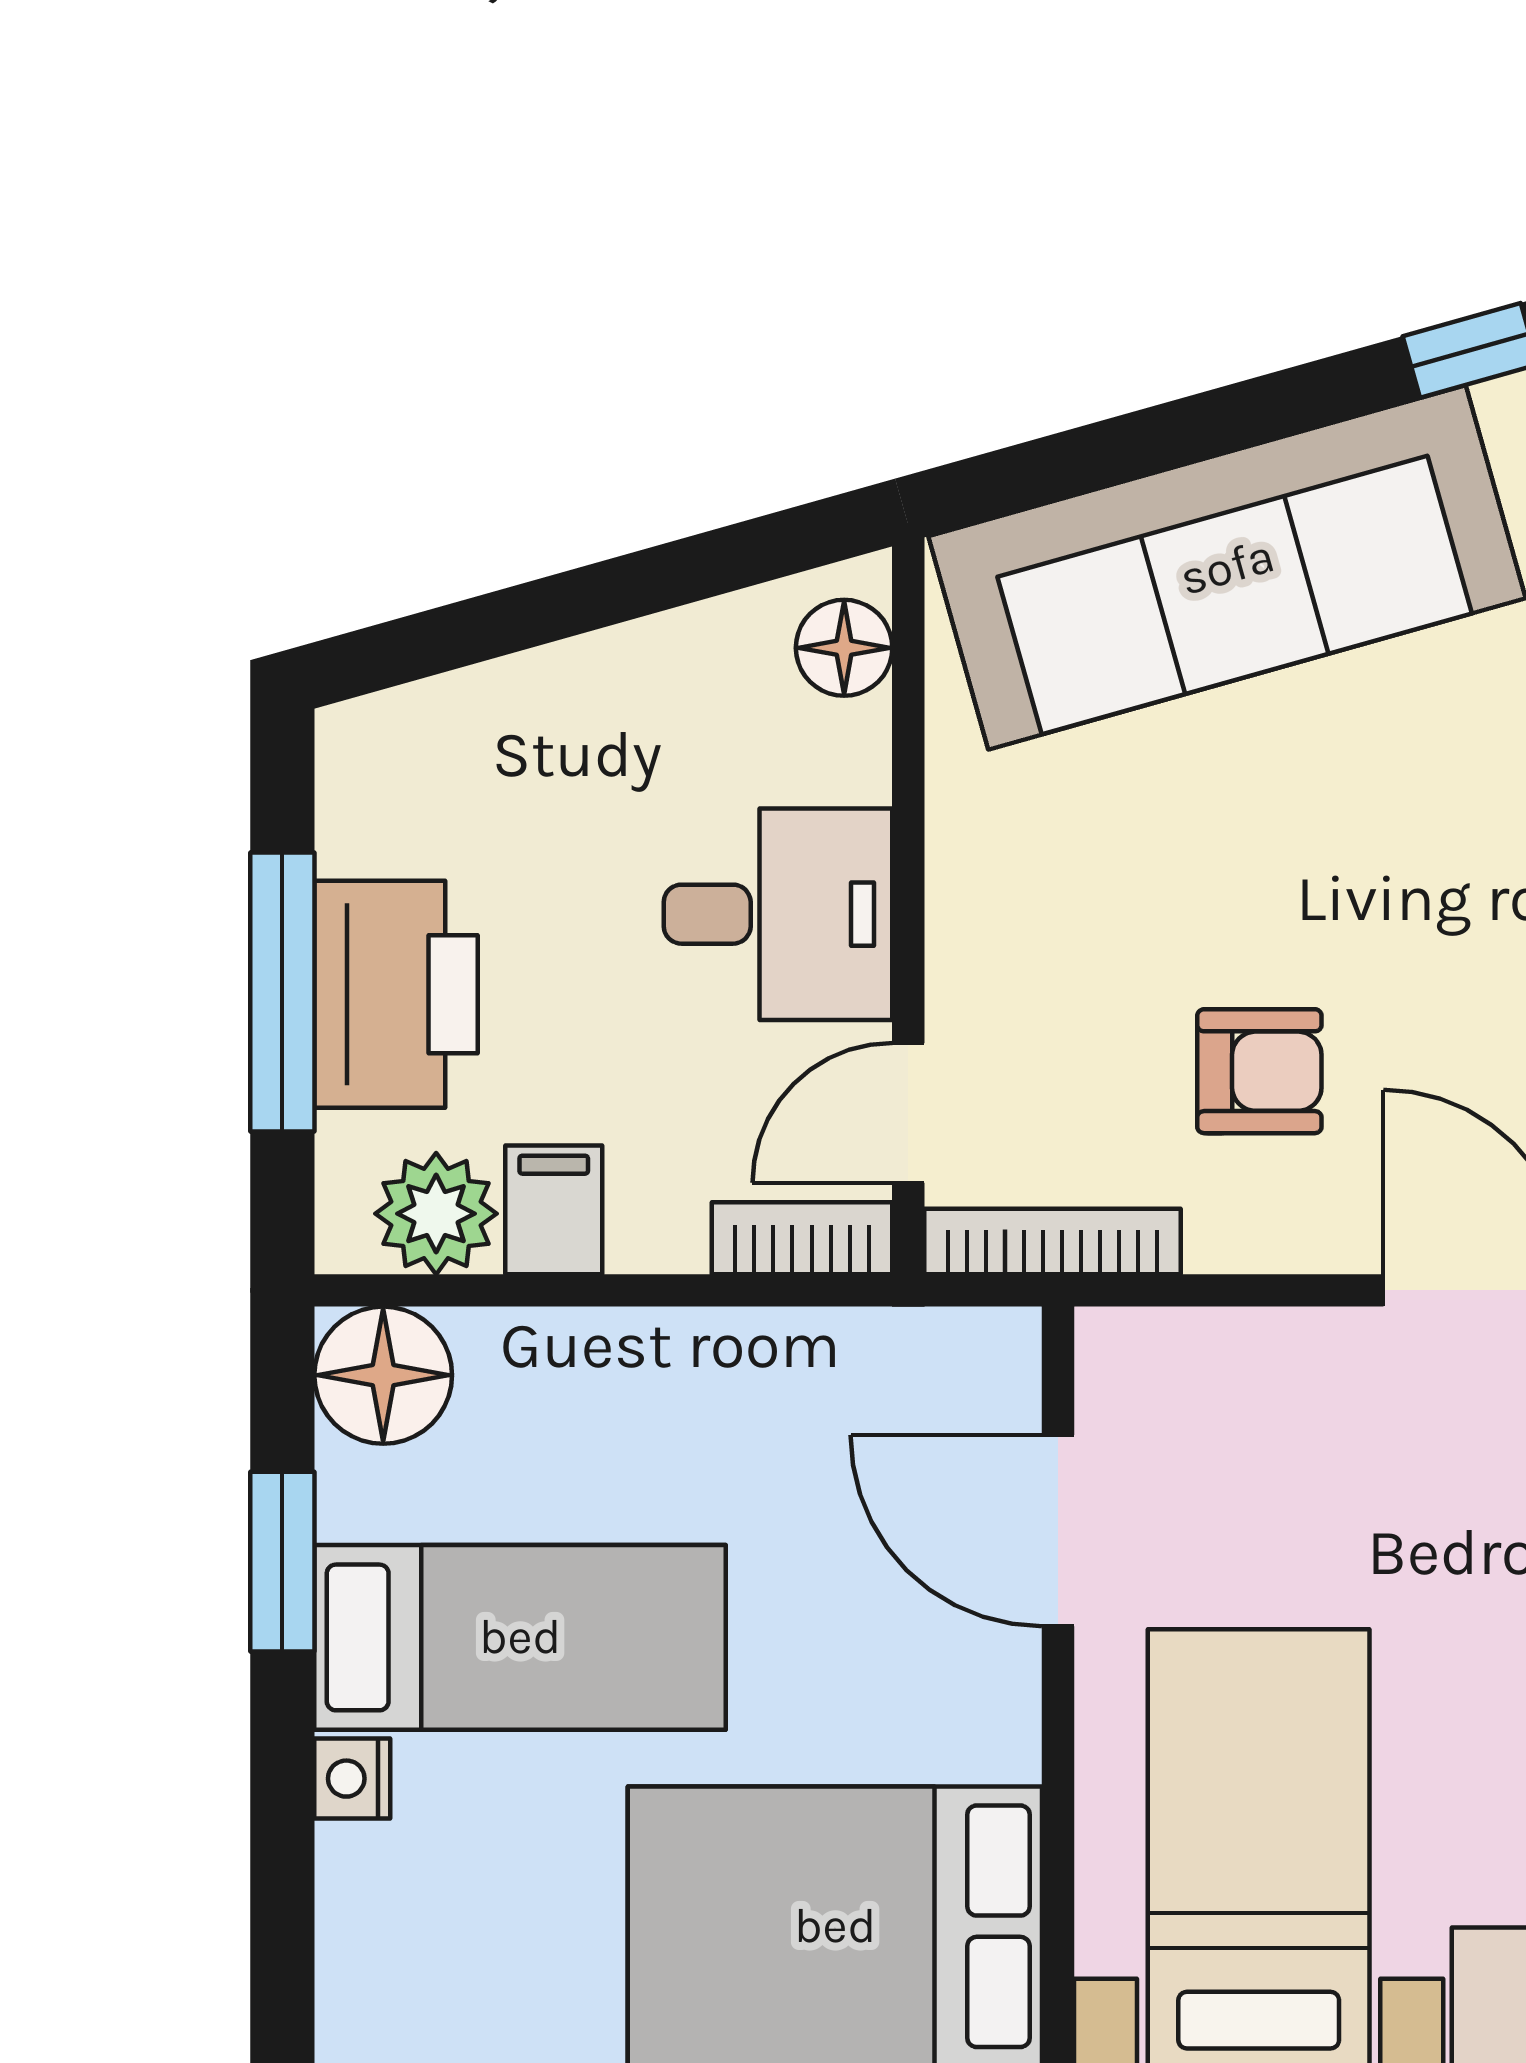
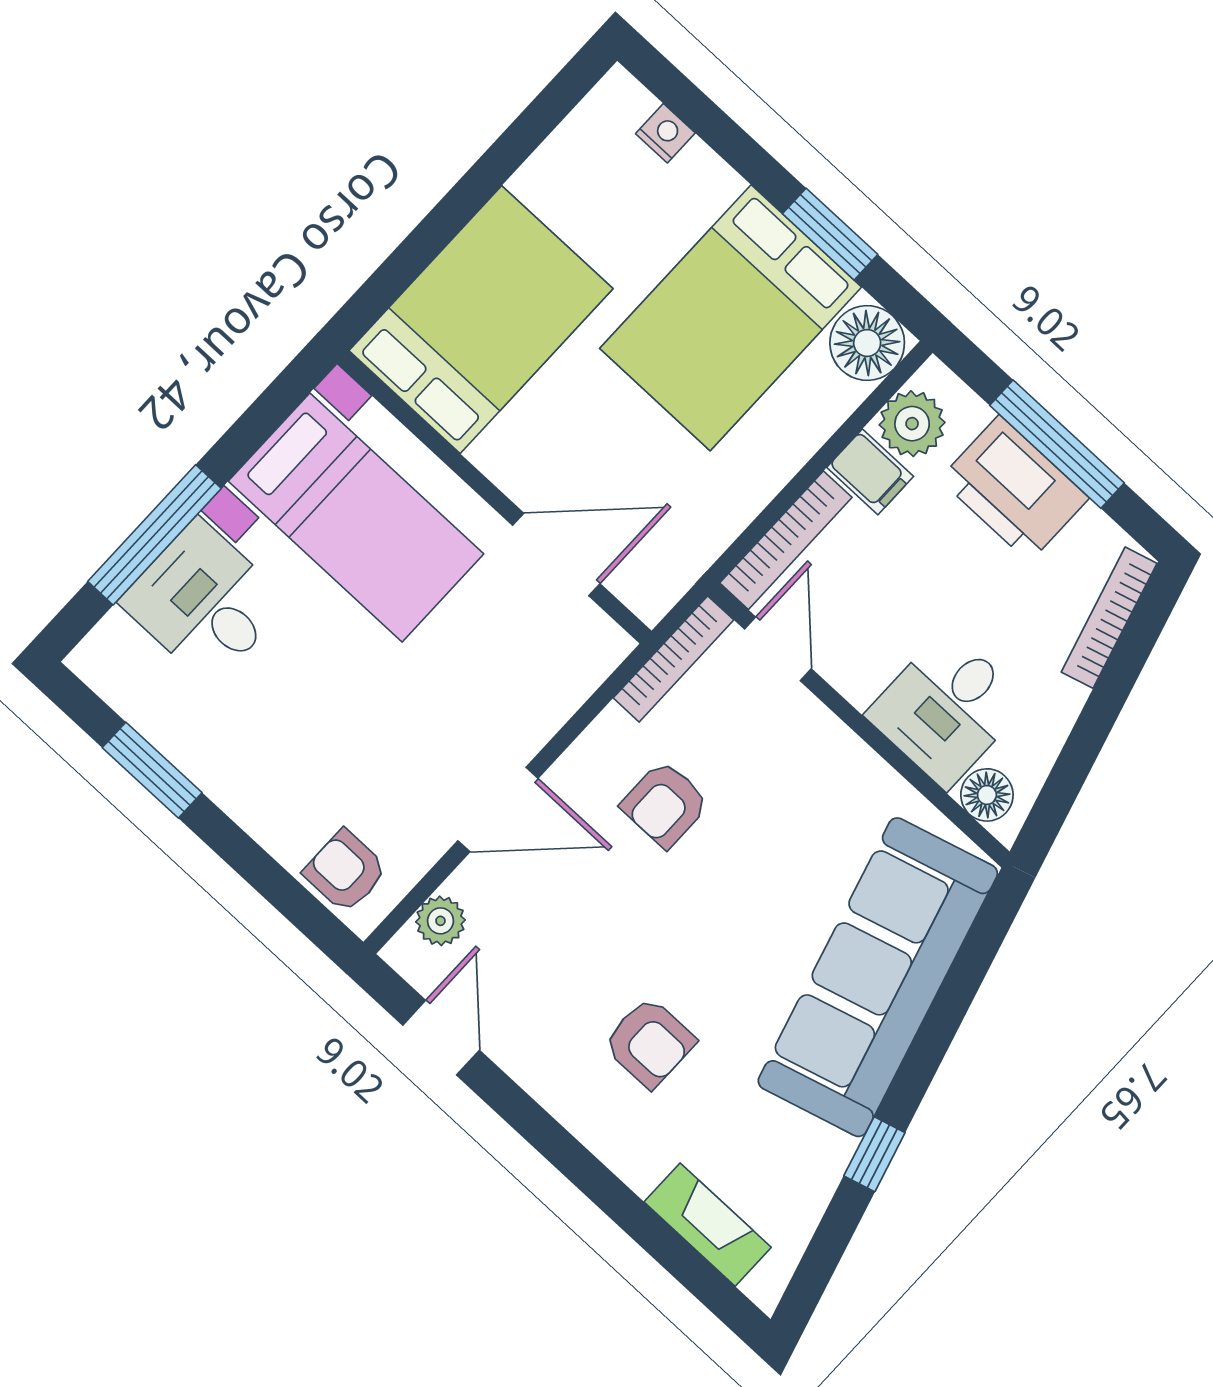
bookcase: (452, 705) -> (1109, 618), added
desk: (778, 914) -> (947, 709), moved
bookcase: (802, 1238) -> (786, 540), width x1.56
bed: (520, 1637) -> (731, 318), width x1.50
nightstand: (352, 1779) -> (665, 133), moved

